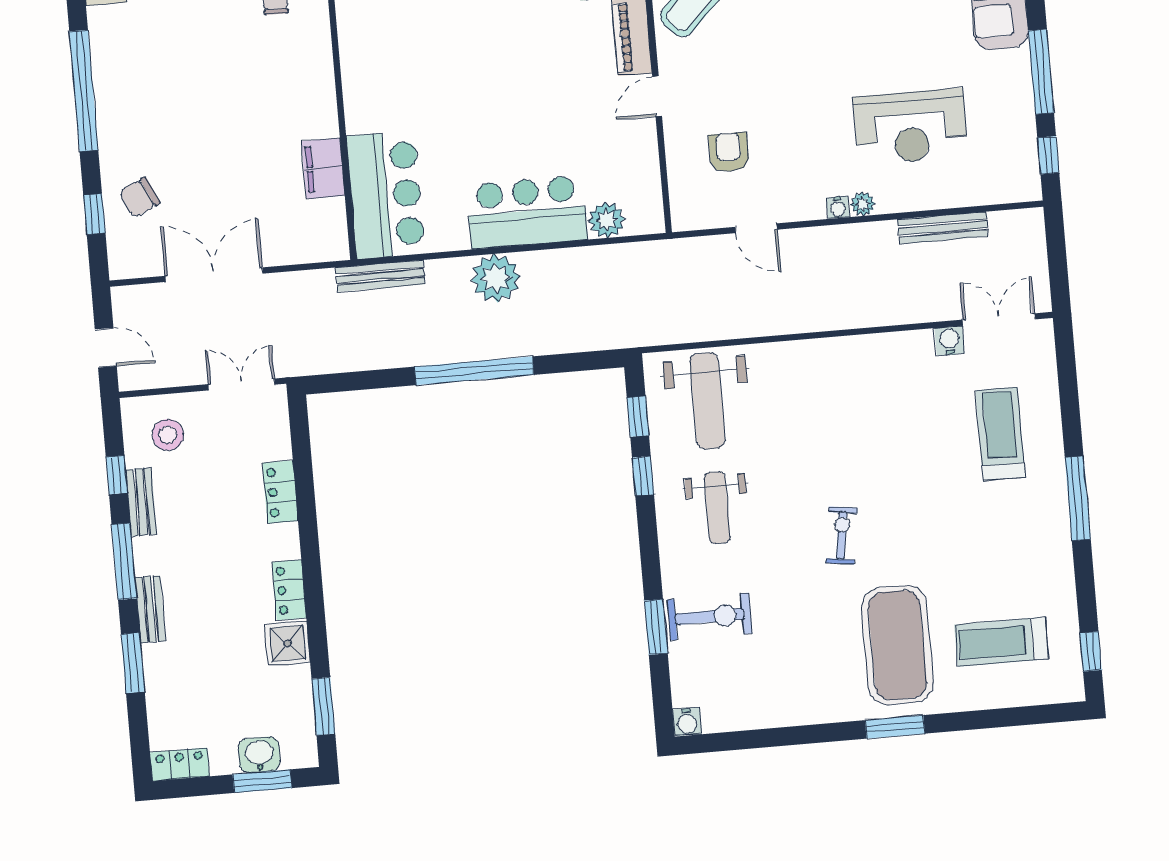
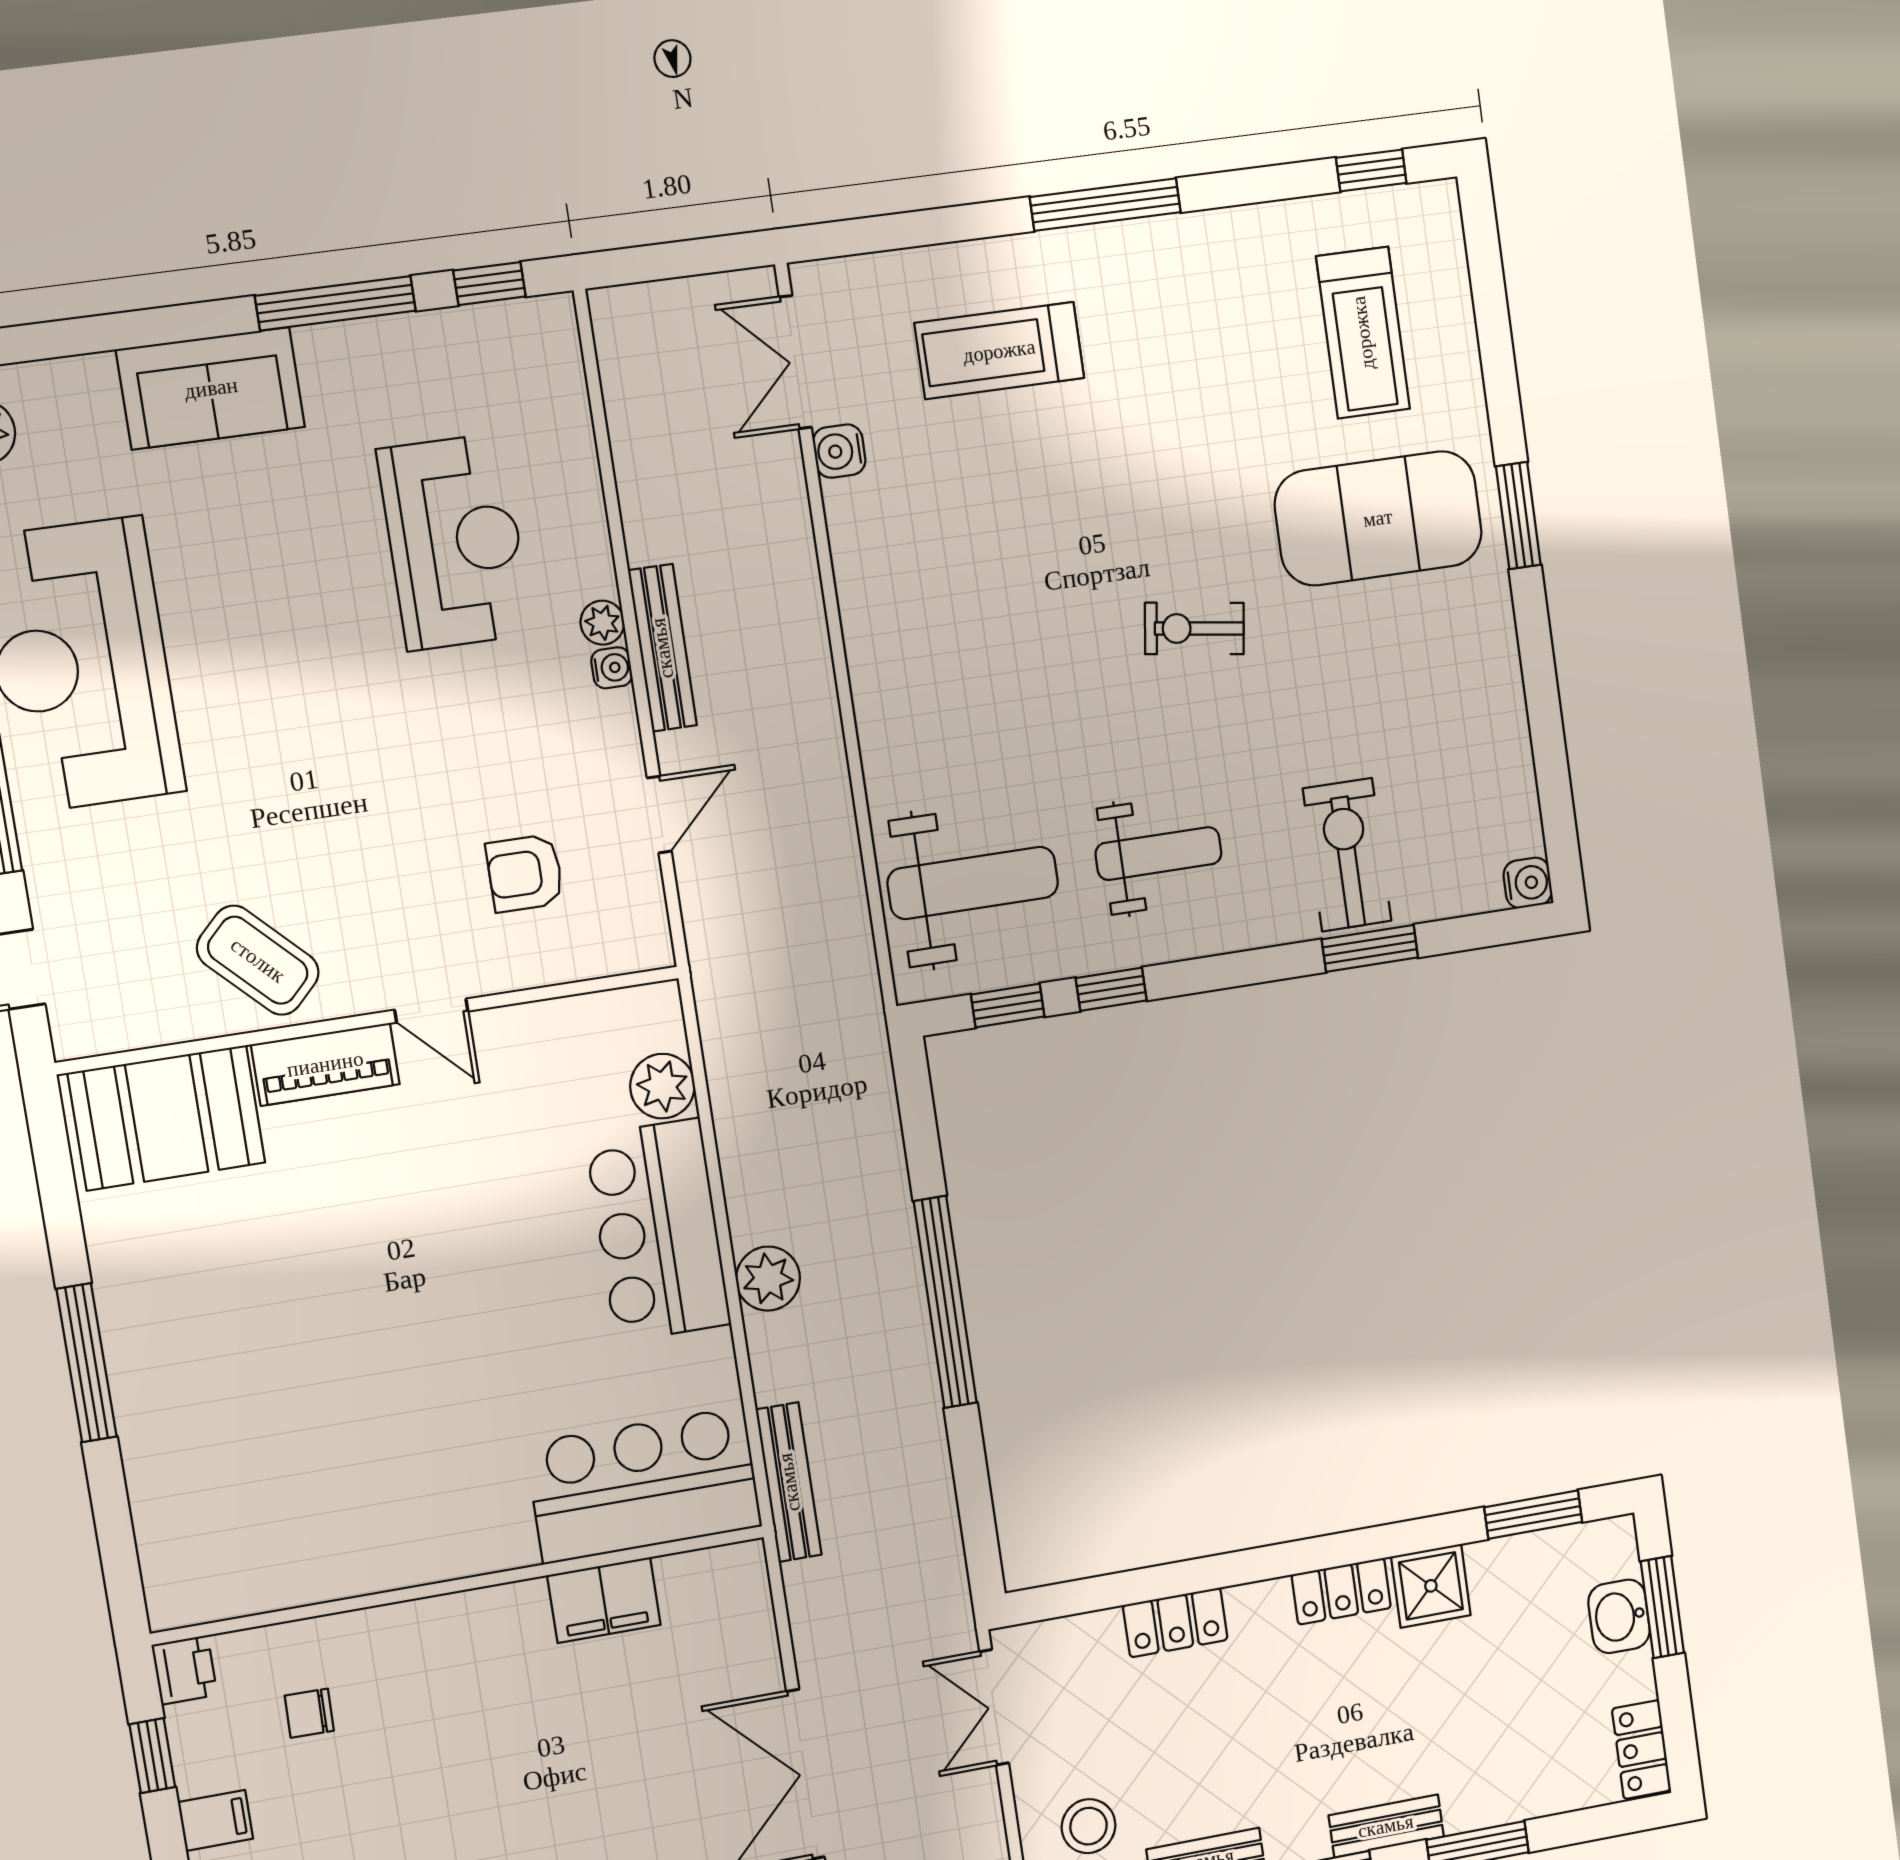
bench: (943, 228) -> (662, 648), moved
plant: (496, 278) -> (768, 1279), width x0.73, depth x0.73

